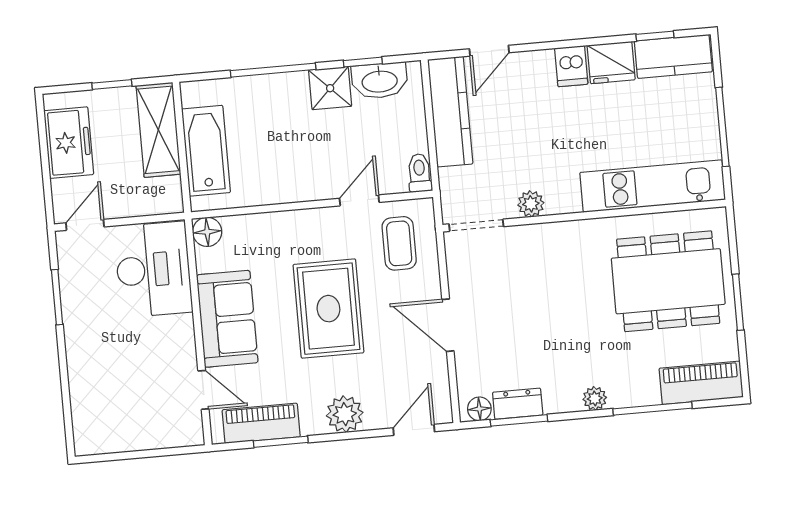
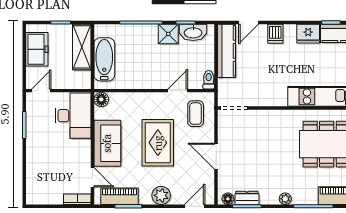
dishwasher: (571, 66) -> (275, 34), moved
plant: (531, 204) -> (262, 100), removed
bookcase: (177, 437) -> (77, 199), added

